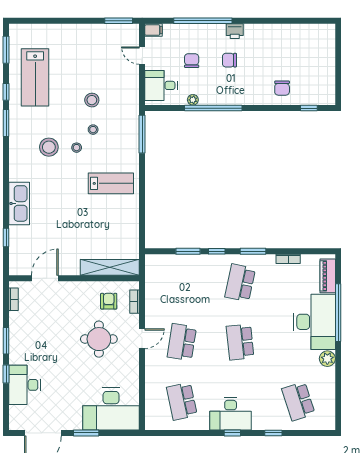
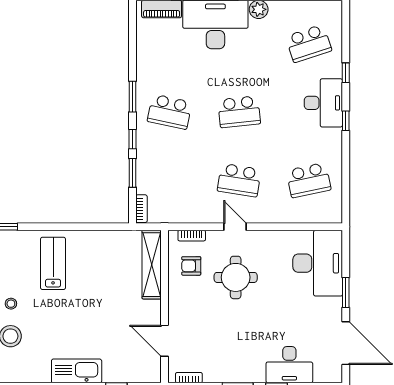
bookcase: (288, 259) -> (141, 209), moved
desk: (231, 414) -> (323, 103), moved

